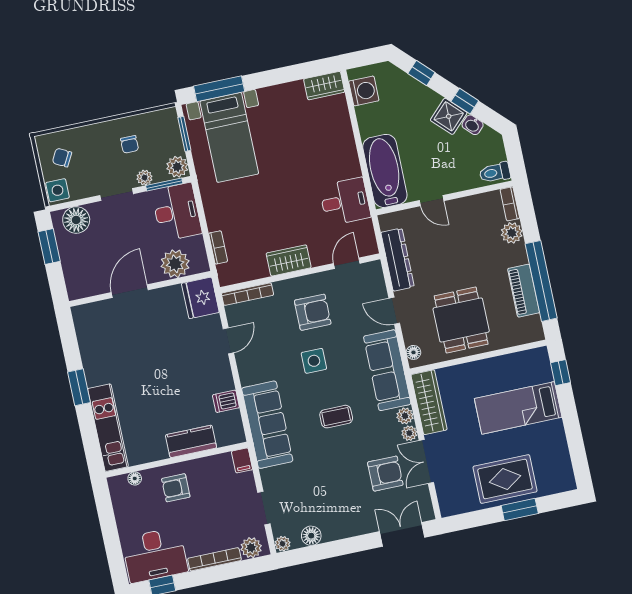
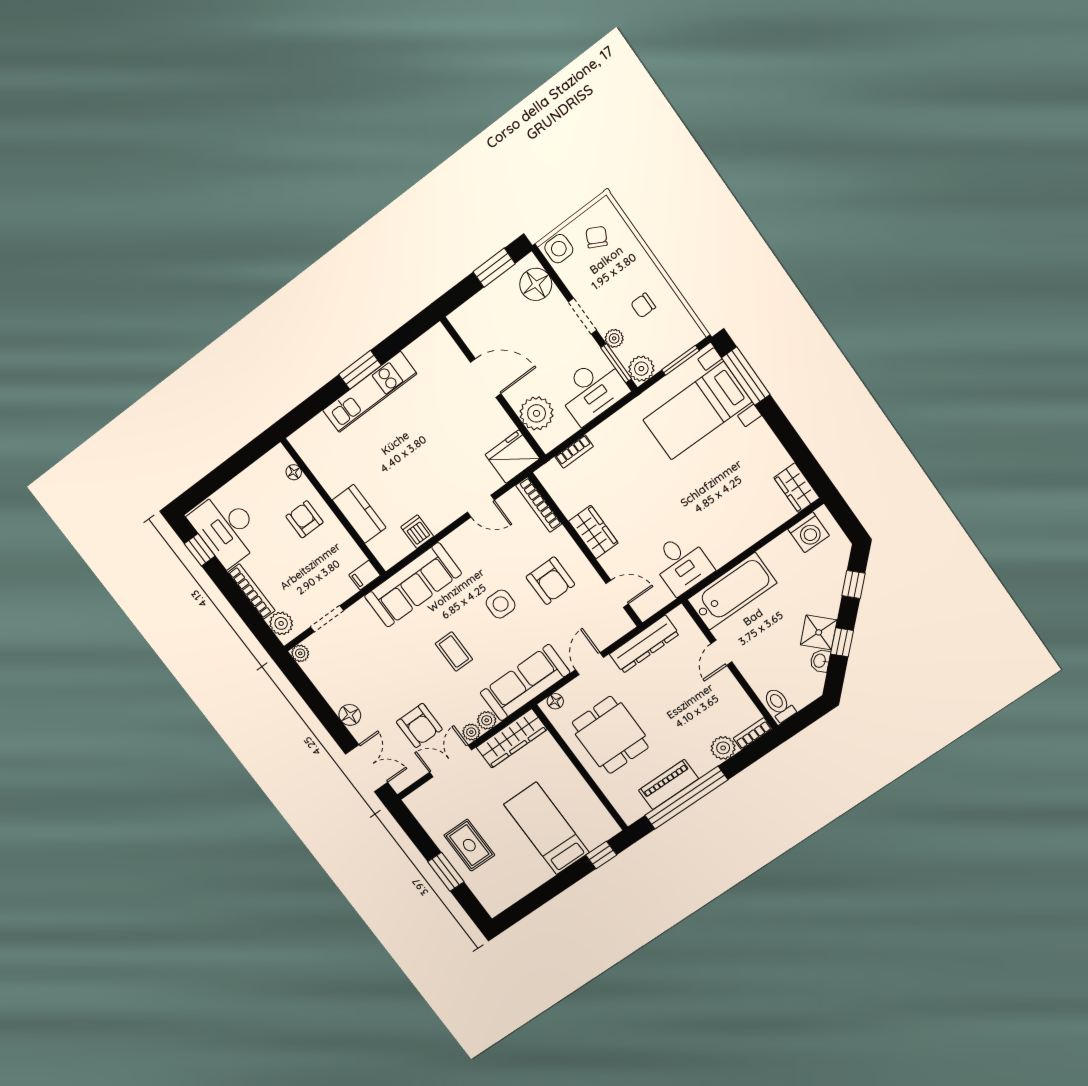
dining table: (461, 320) -> (610, 735), turned 90
kitchen unit: (108, 428) -> (370, 392), moved
rug: (505, 479) -> (469, 845), width x0.73, depth x0.70
floor lamp: (311, 536) -> (350, 715), moved

